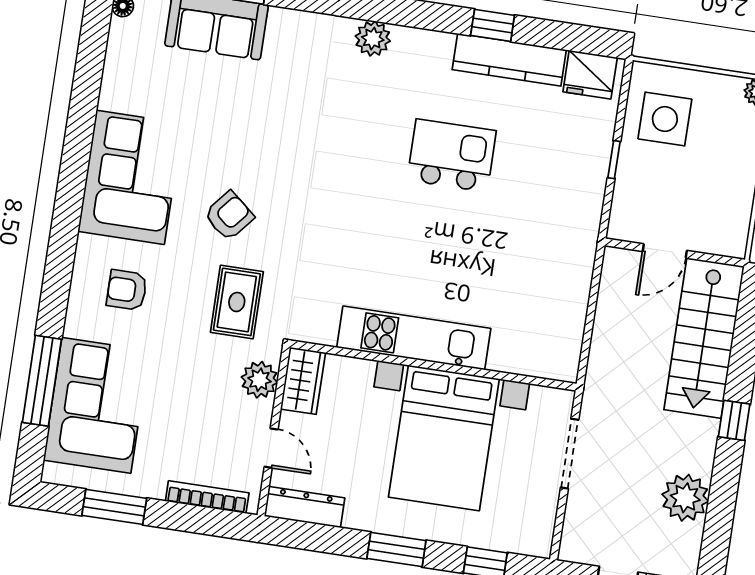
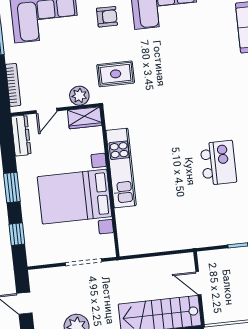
armchair: (229, 216) -> (158, 58), removed
armchair: (127, 290) -> (107, 17), turned 90

